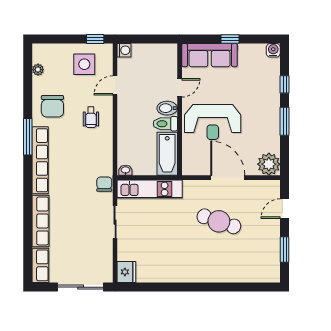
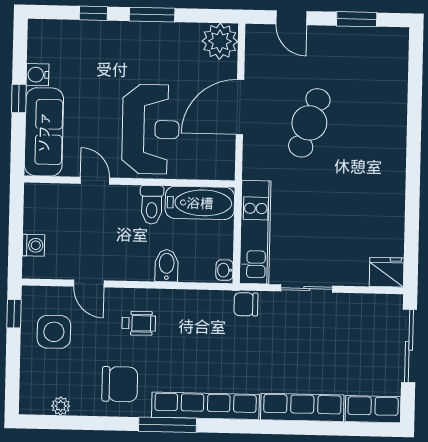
washing machine: (124, 50) -> (34, 245), moved, turned 90
water cooler: (273, 50) -> (38, 75), moved
bidet: (167, 108) -> (167, 266), moved, turned 180

